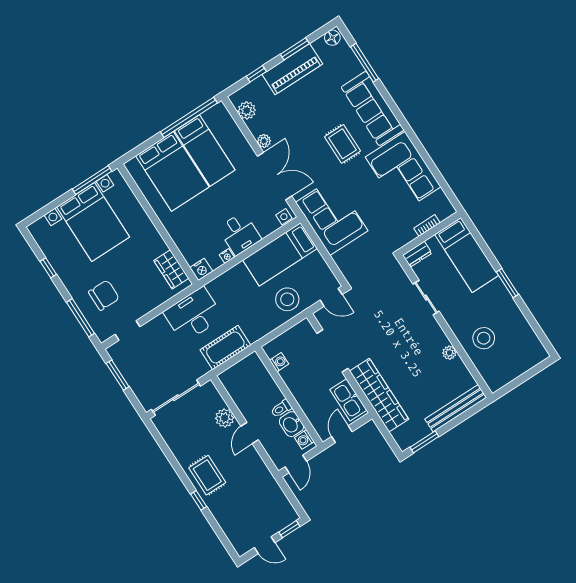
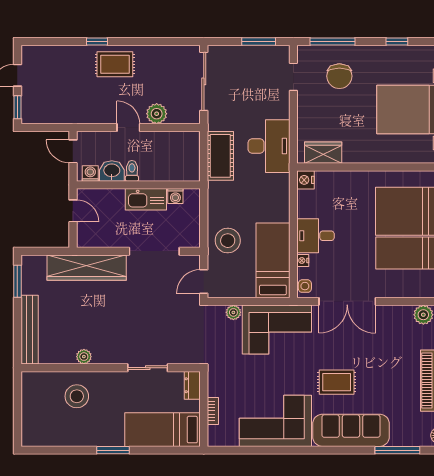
plant: (264, 141) -> (233, 312), moved
nightstand: (227, 256) -> (303, 260), moved
kitchen sink: (348, 400) -> (146, 199), moved, turned 180

